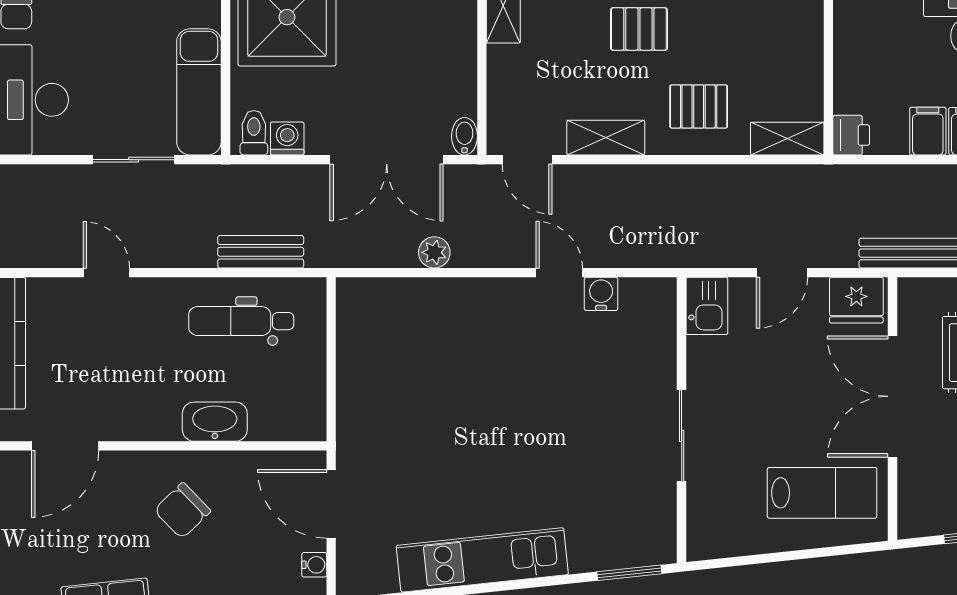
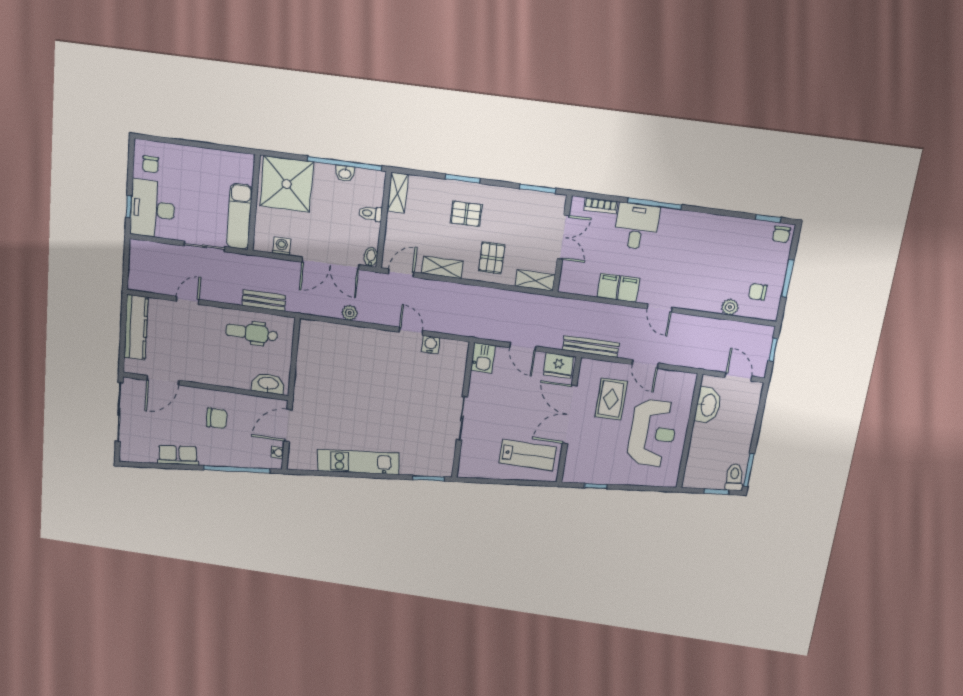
double door: (828, 49) -> (563, 237), added
pallet: (699, 106) -> (492, 258), turned 90
toilet: (254, 133) -> (370, 213), moved, turned -90
printer: (851, 135) -> (568, 283), removed
door: (527, 160) -> (401, 273), swing flipped
door: (106, 273) -> (188, 300), hinge flipped
door: (782, 273) -> (523, 347), hinge flipped
washbasin: (215, 422) -> (268, 384), moved
door: (331, 504) -> (288, 426), hinge flipped
chair: (182, 511) -> (217, 418), turned -136

